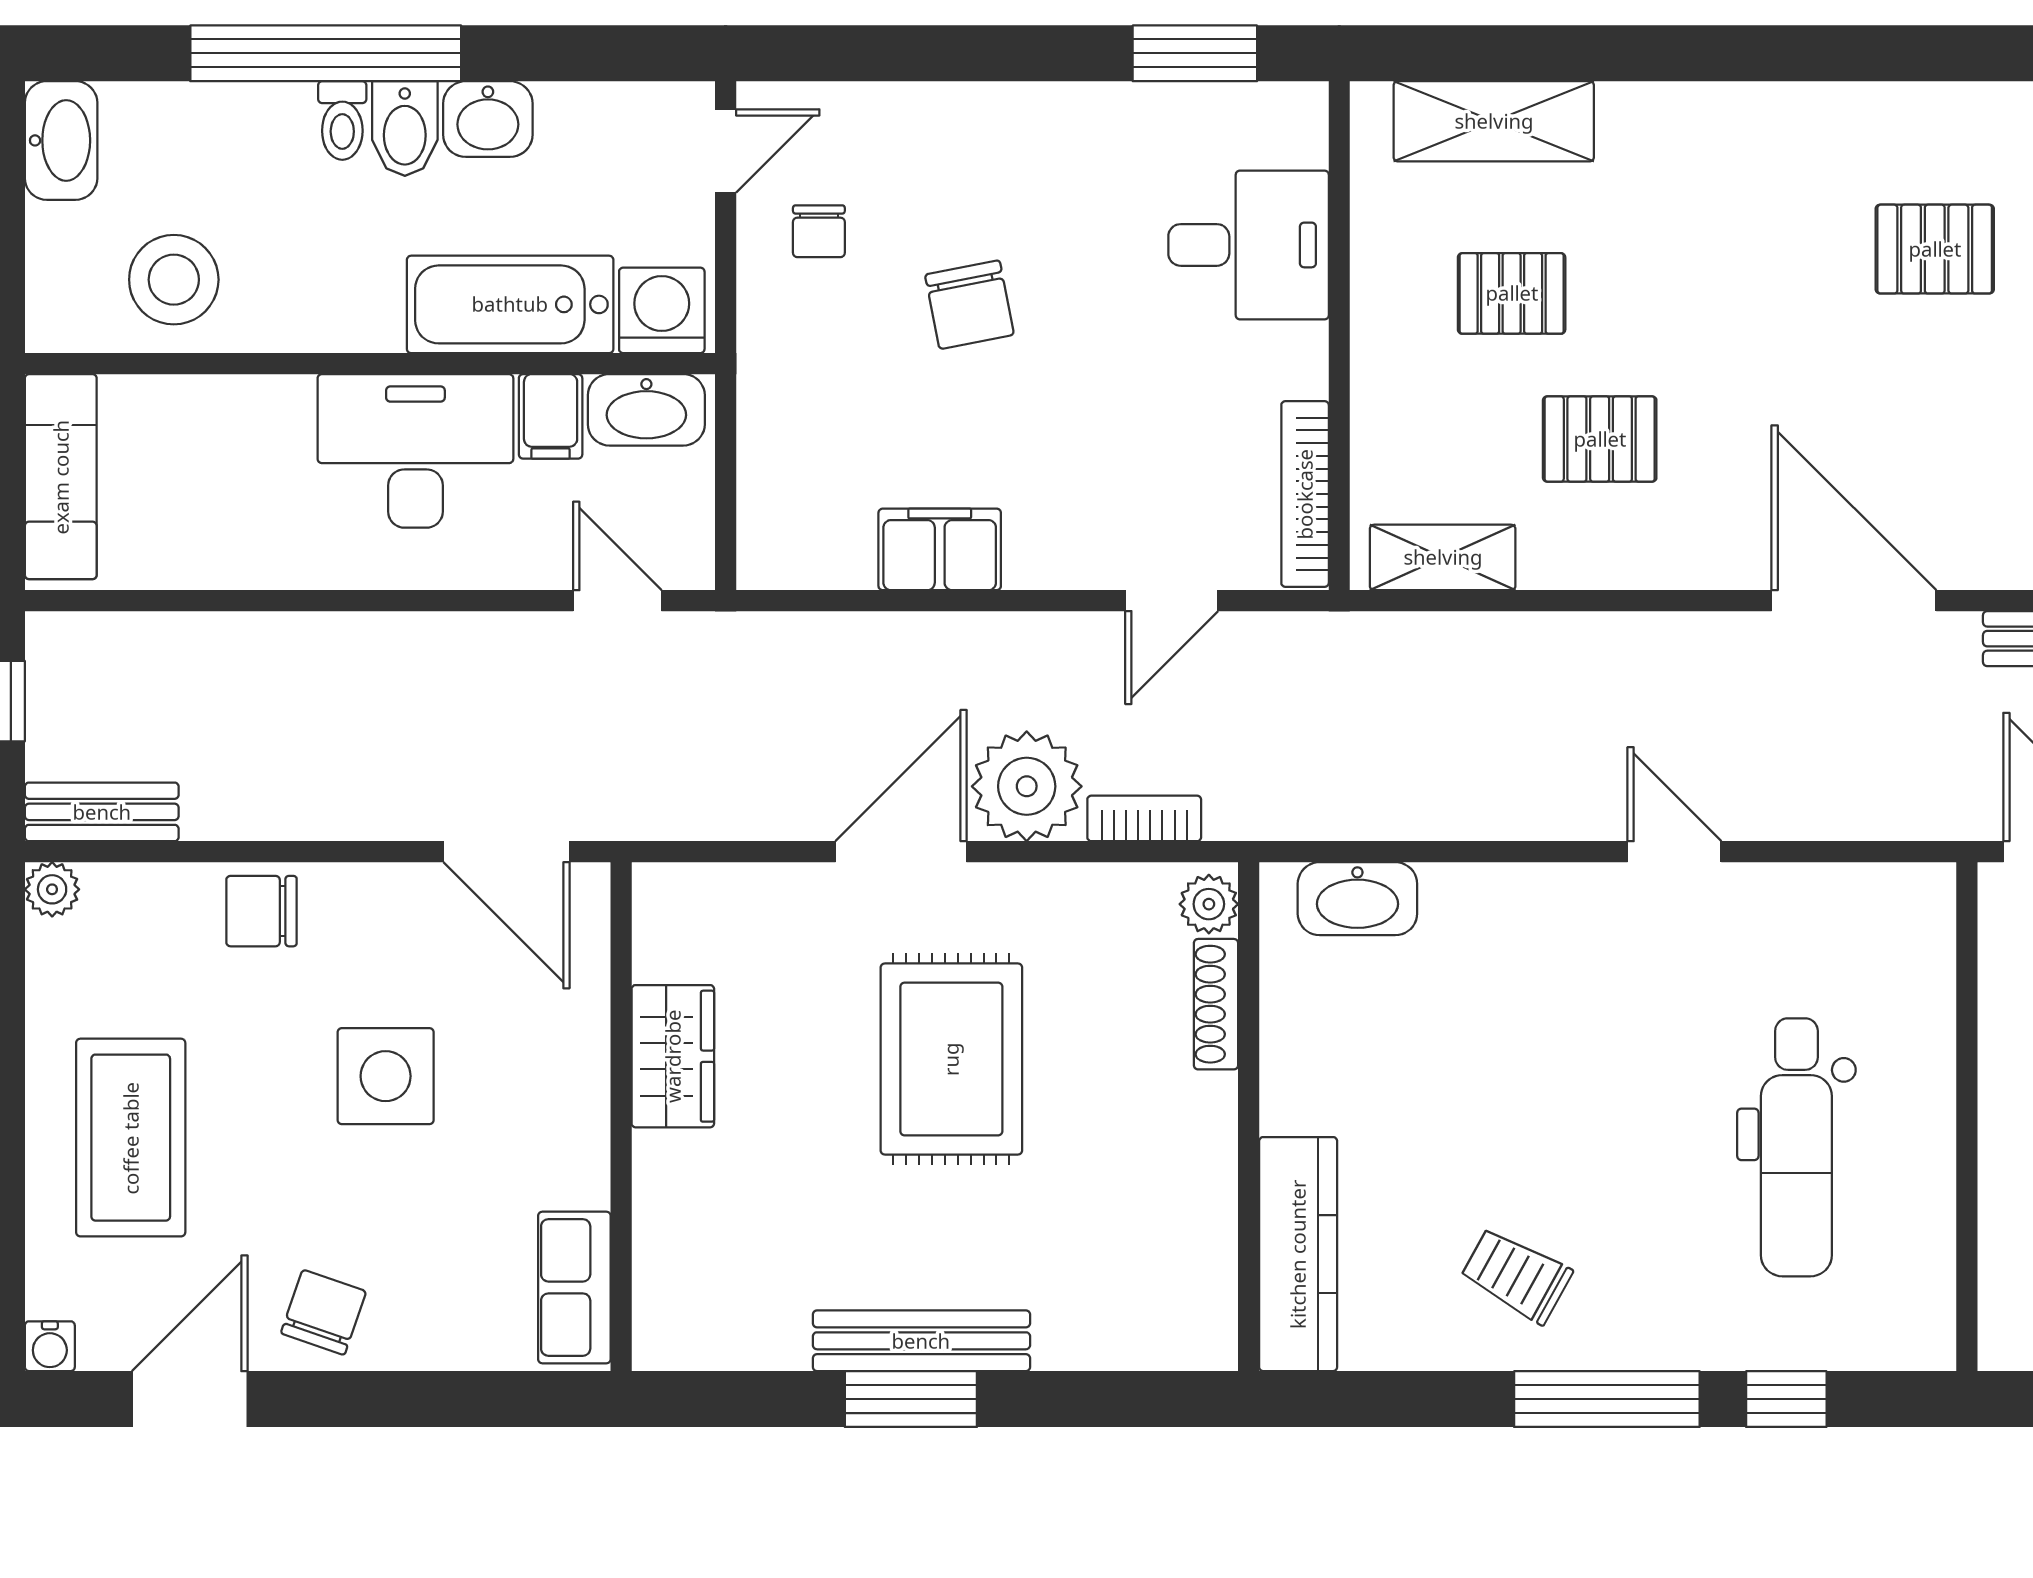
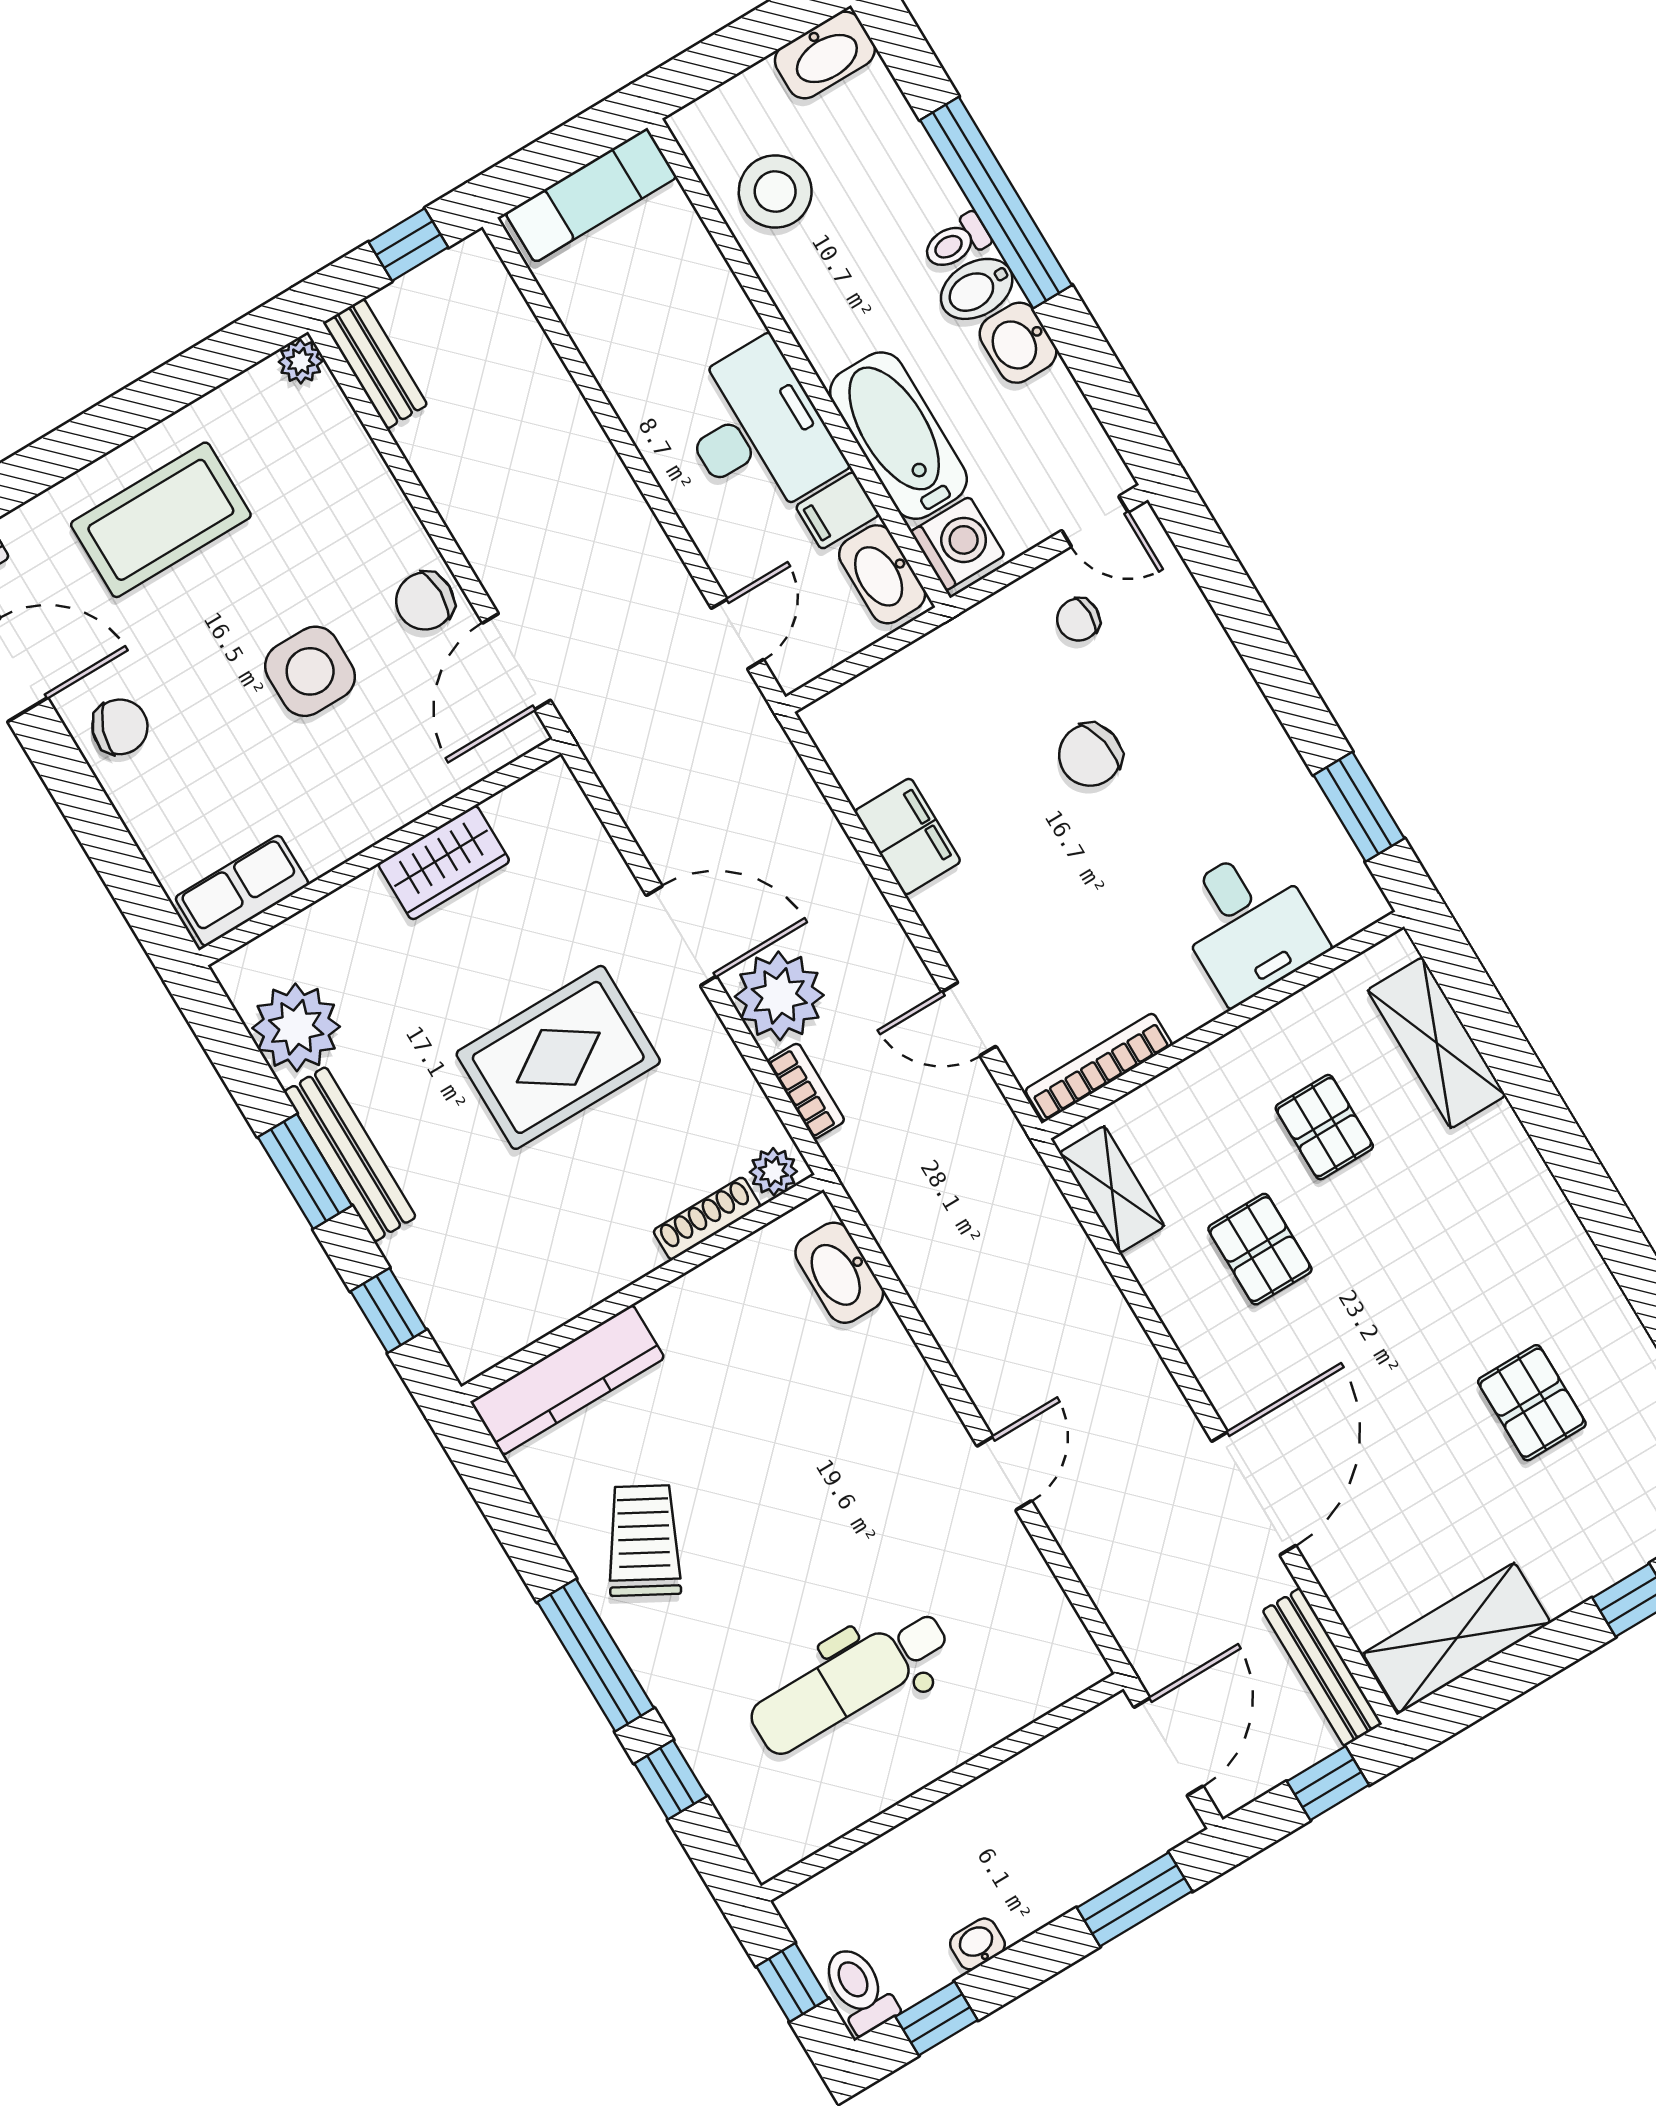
chair: (261, 911) -> (425, 601), moved, turned -90
trolley: (1516, 1275) -> (644, 1540), width x1.36, depth x1.39
plant: (753, 1317) -> (296, 1027), added
window: (1111, 1399) -> (389, 1311), added

